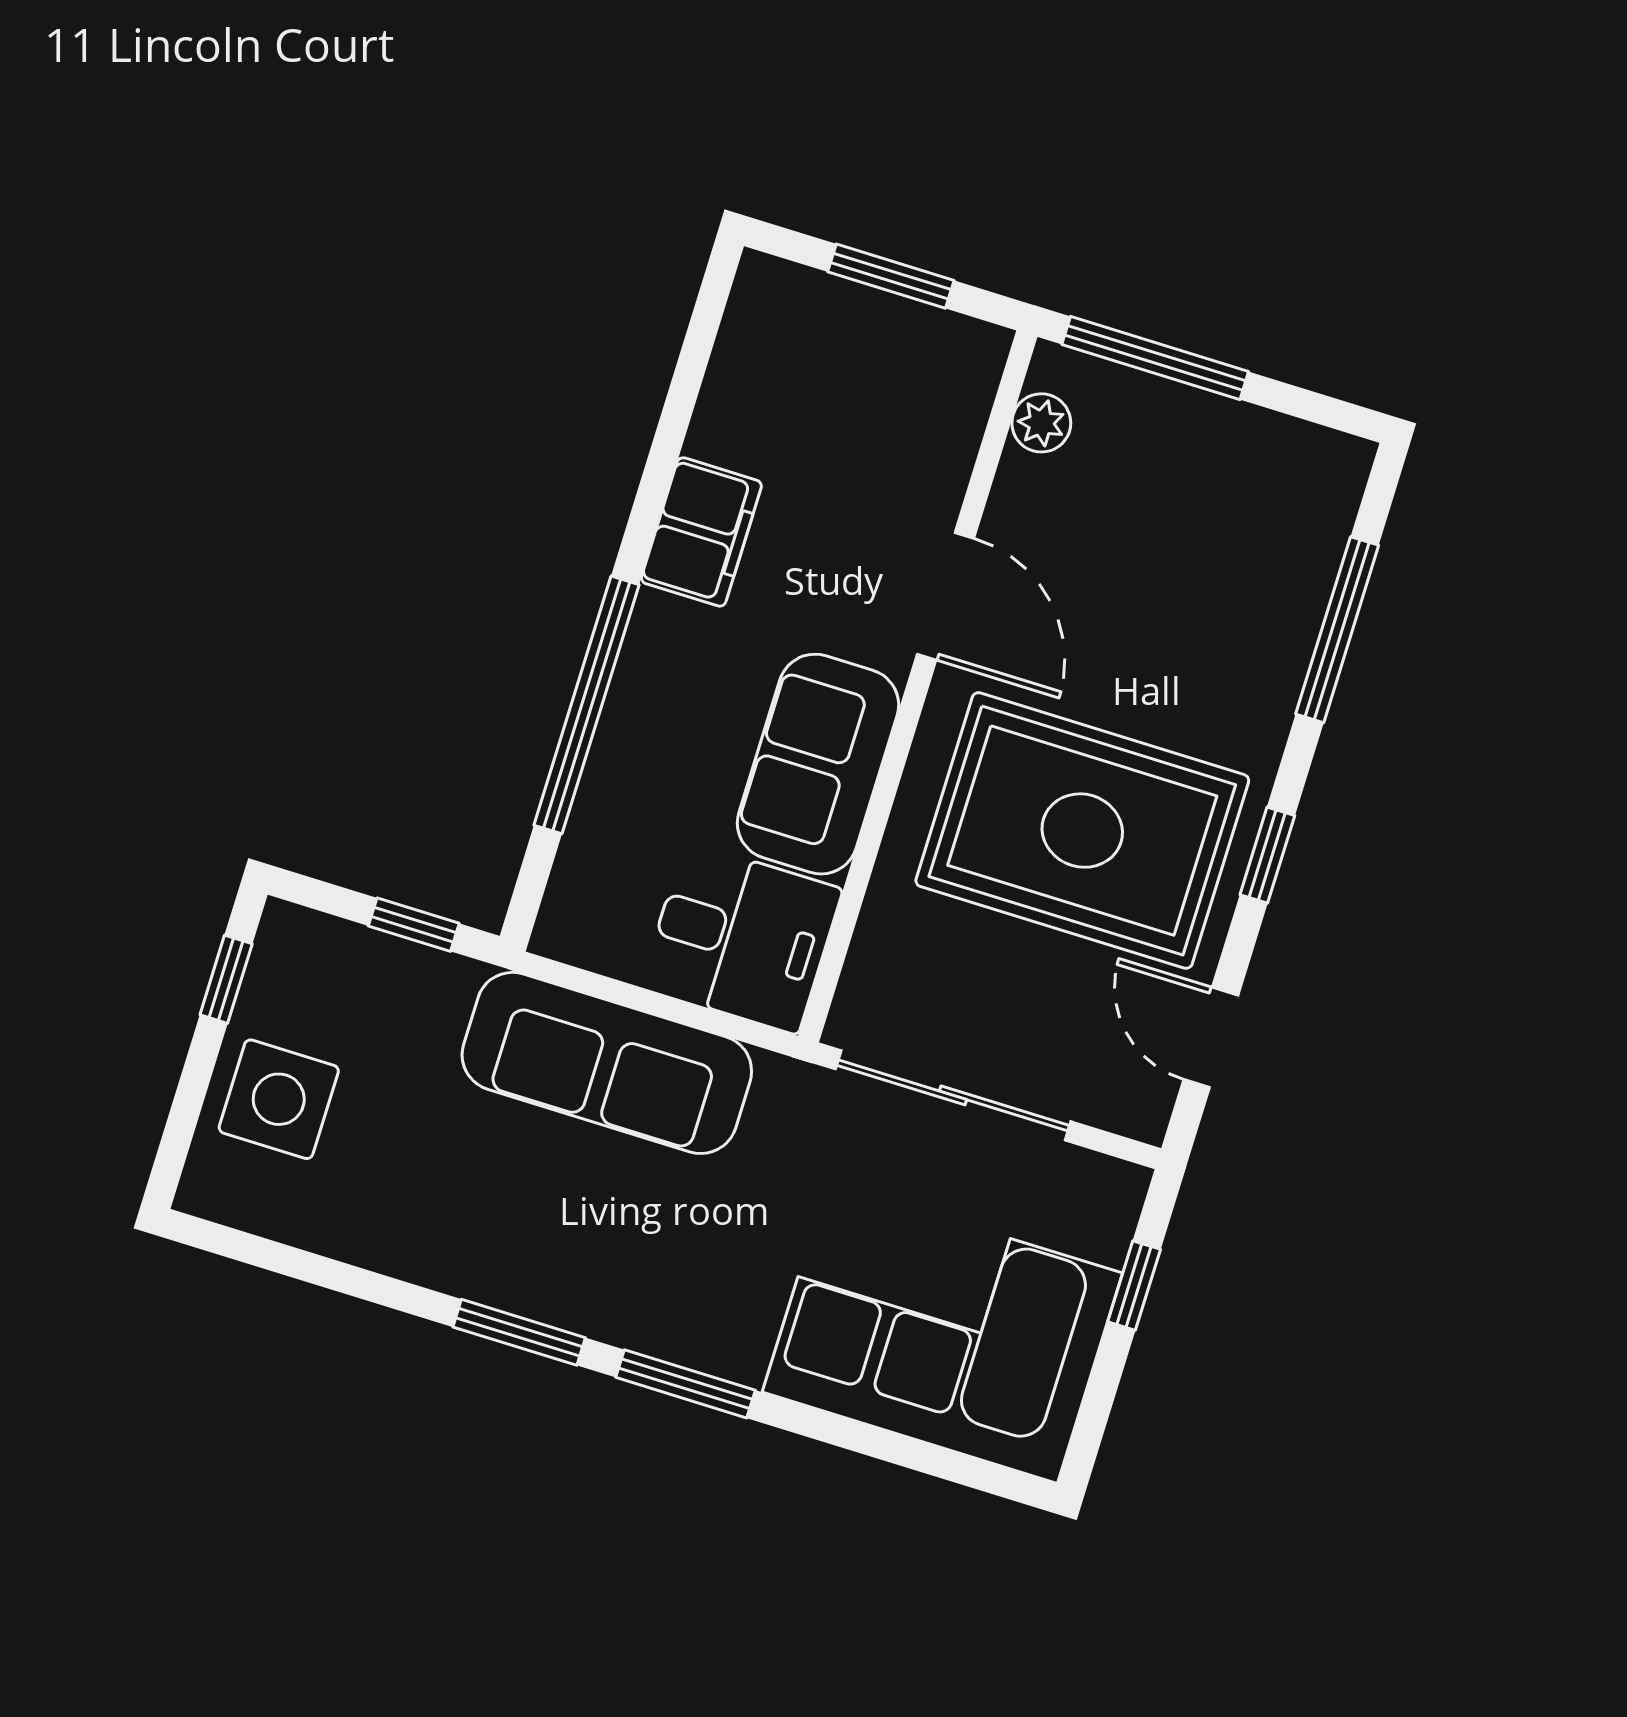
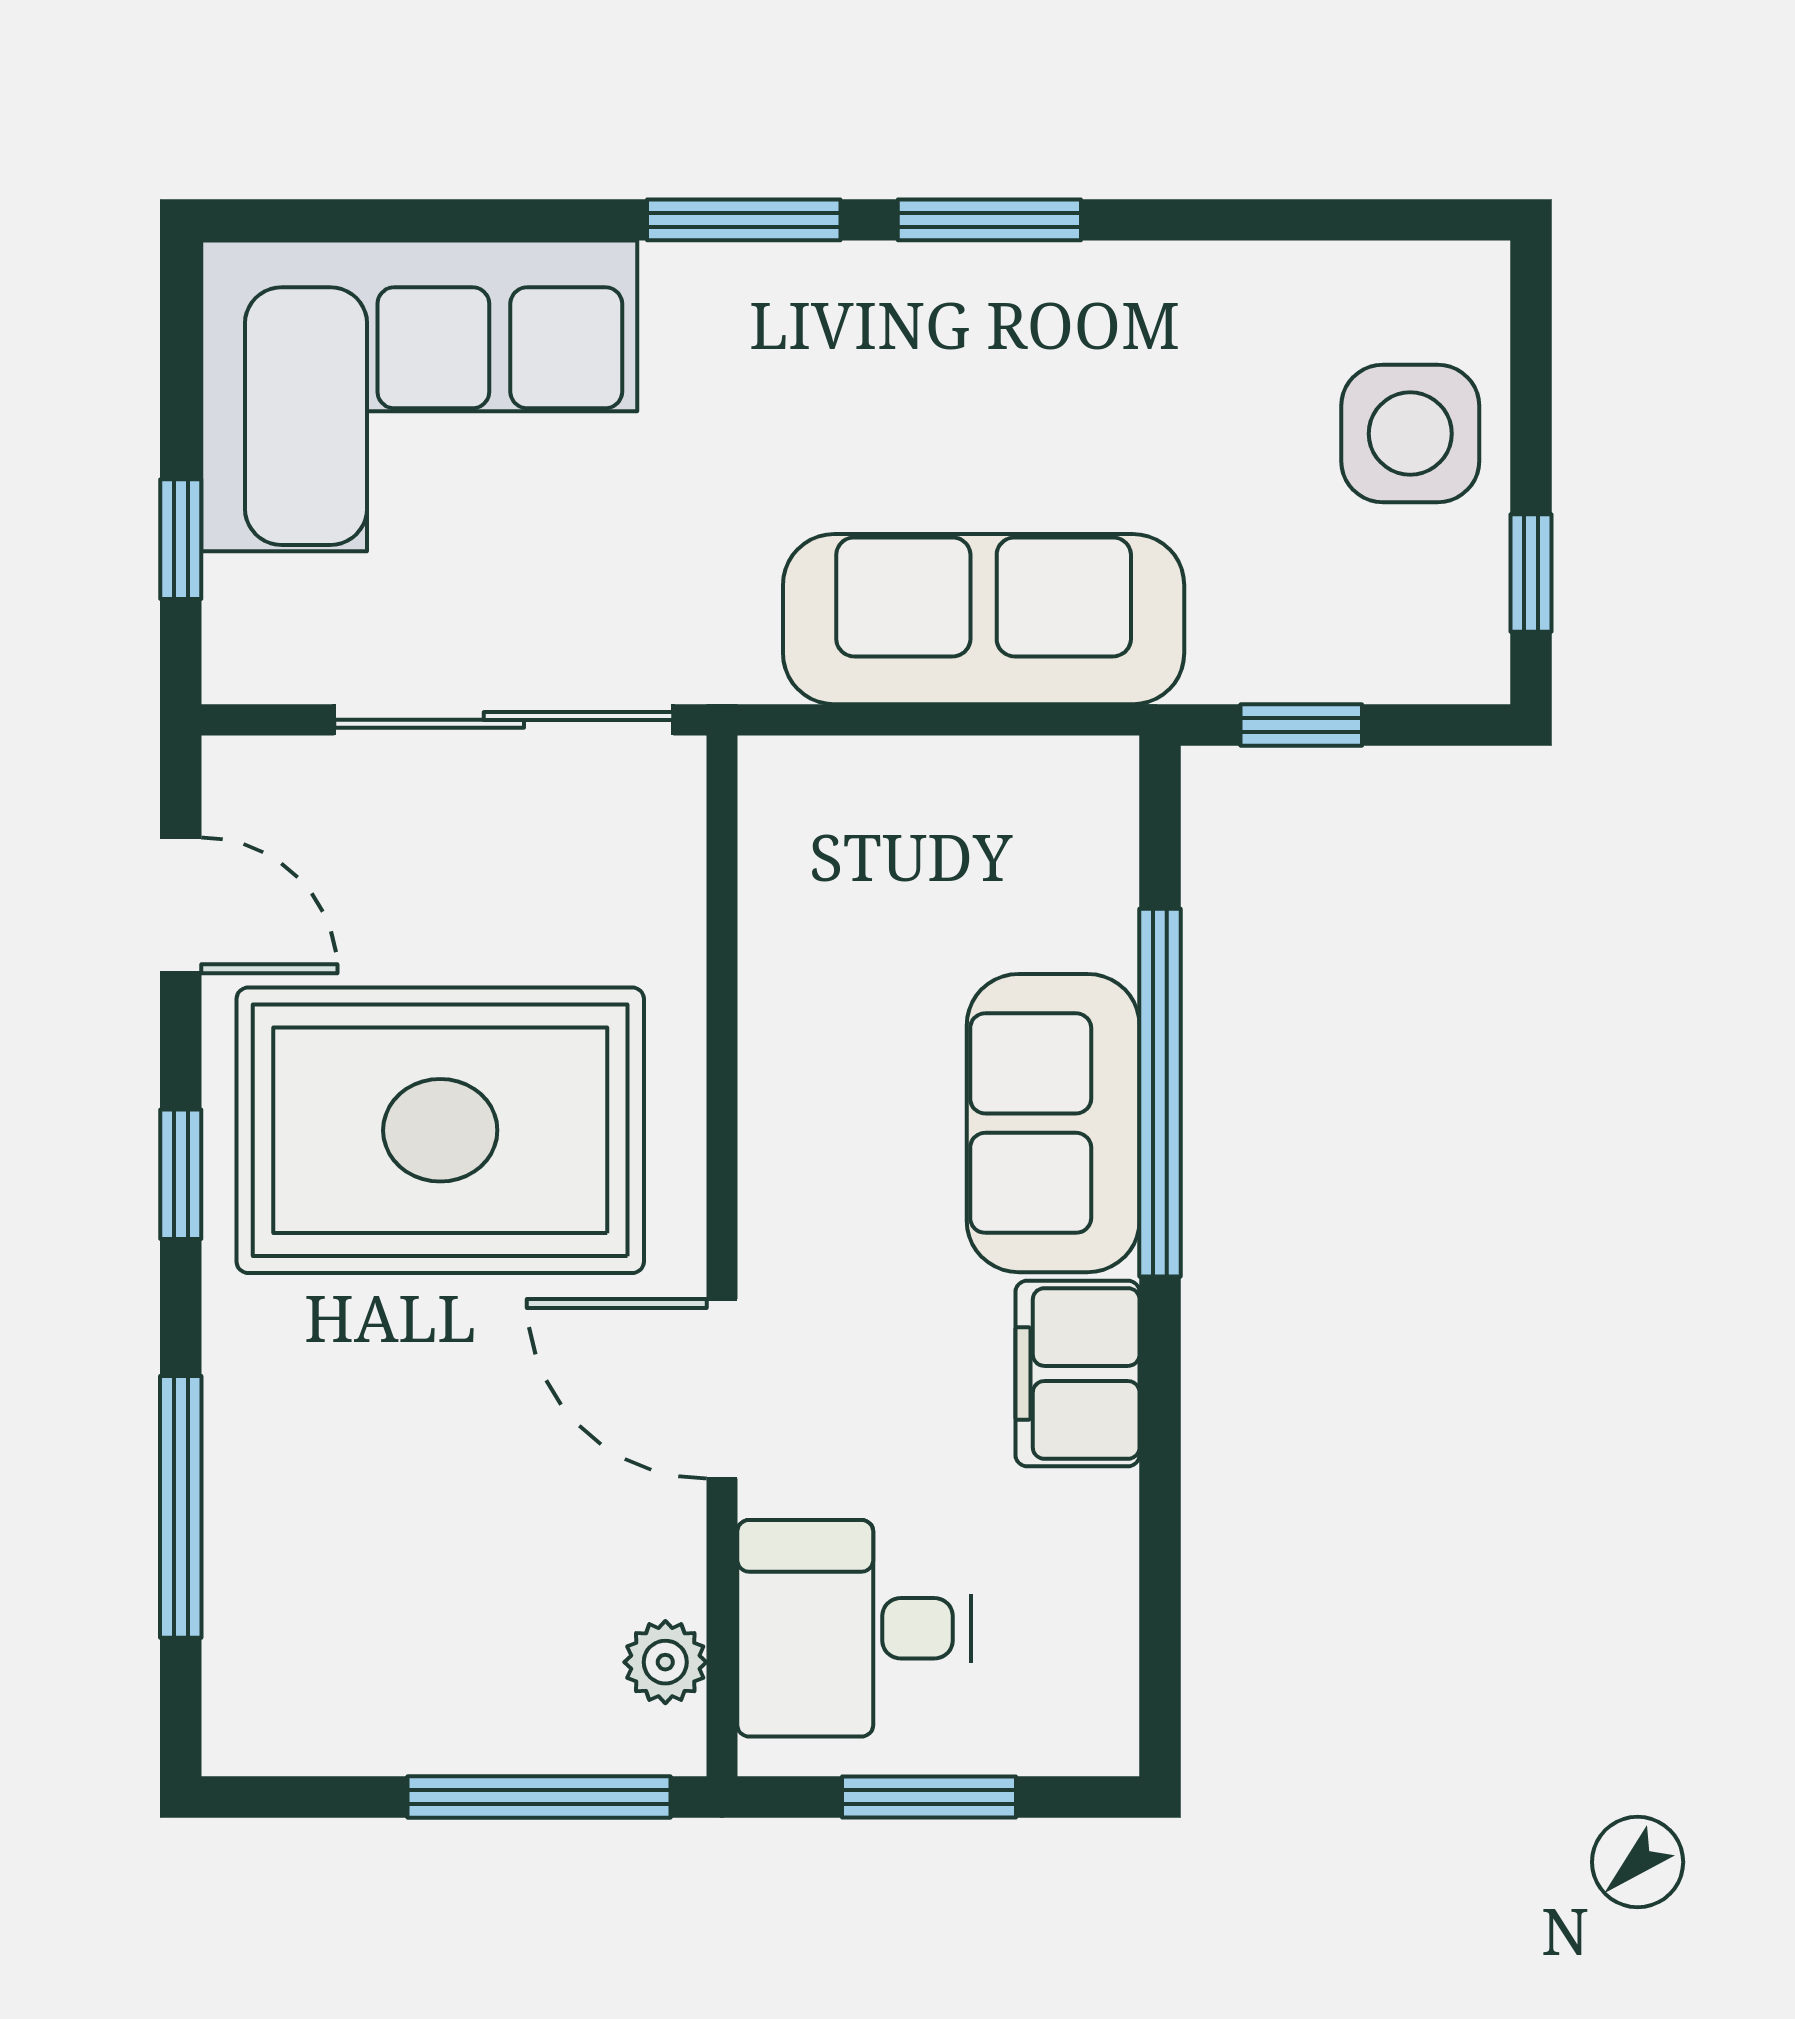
sofa: (818, 764) -> (1053, 1123), moved, turned 180
desk: (741, 938) -> (854, 1628), moved

